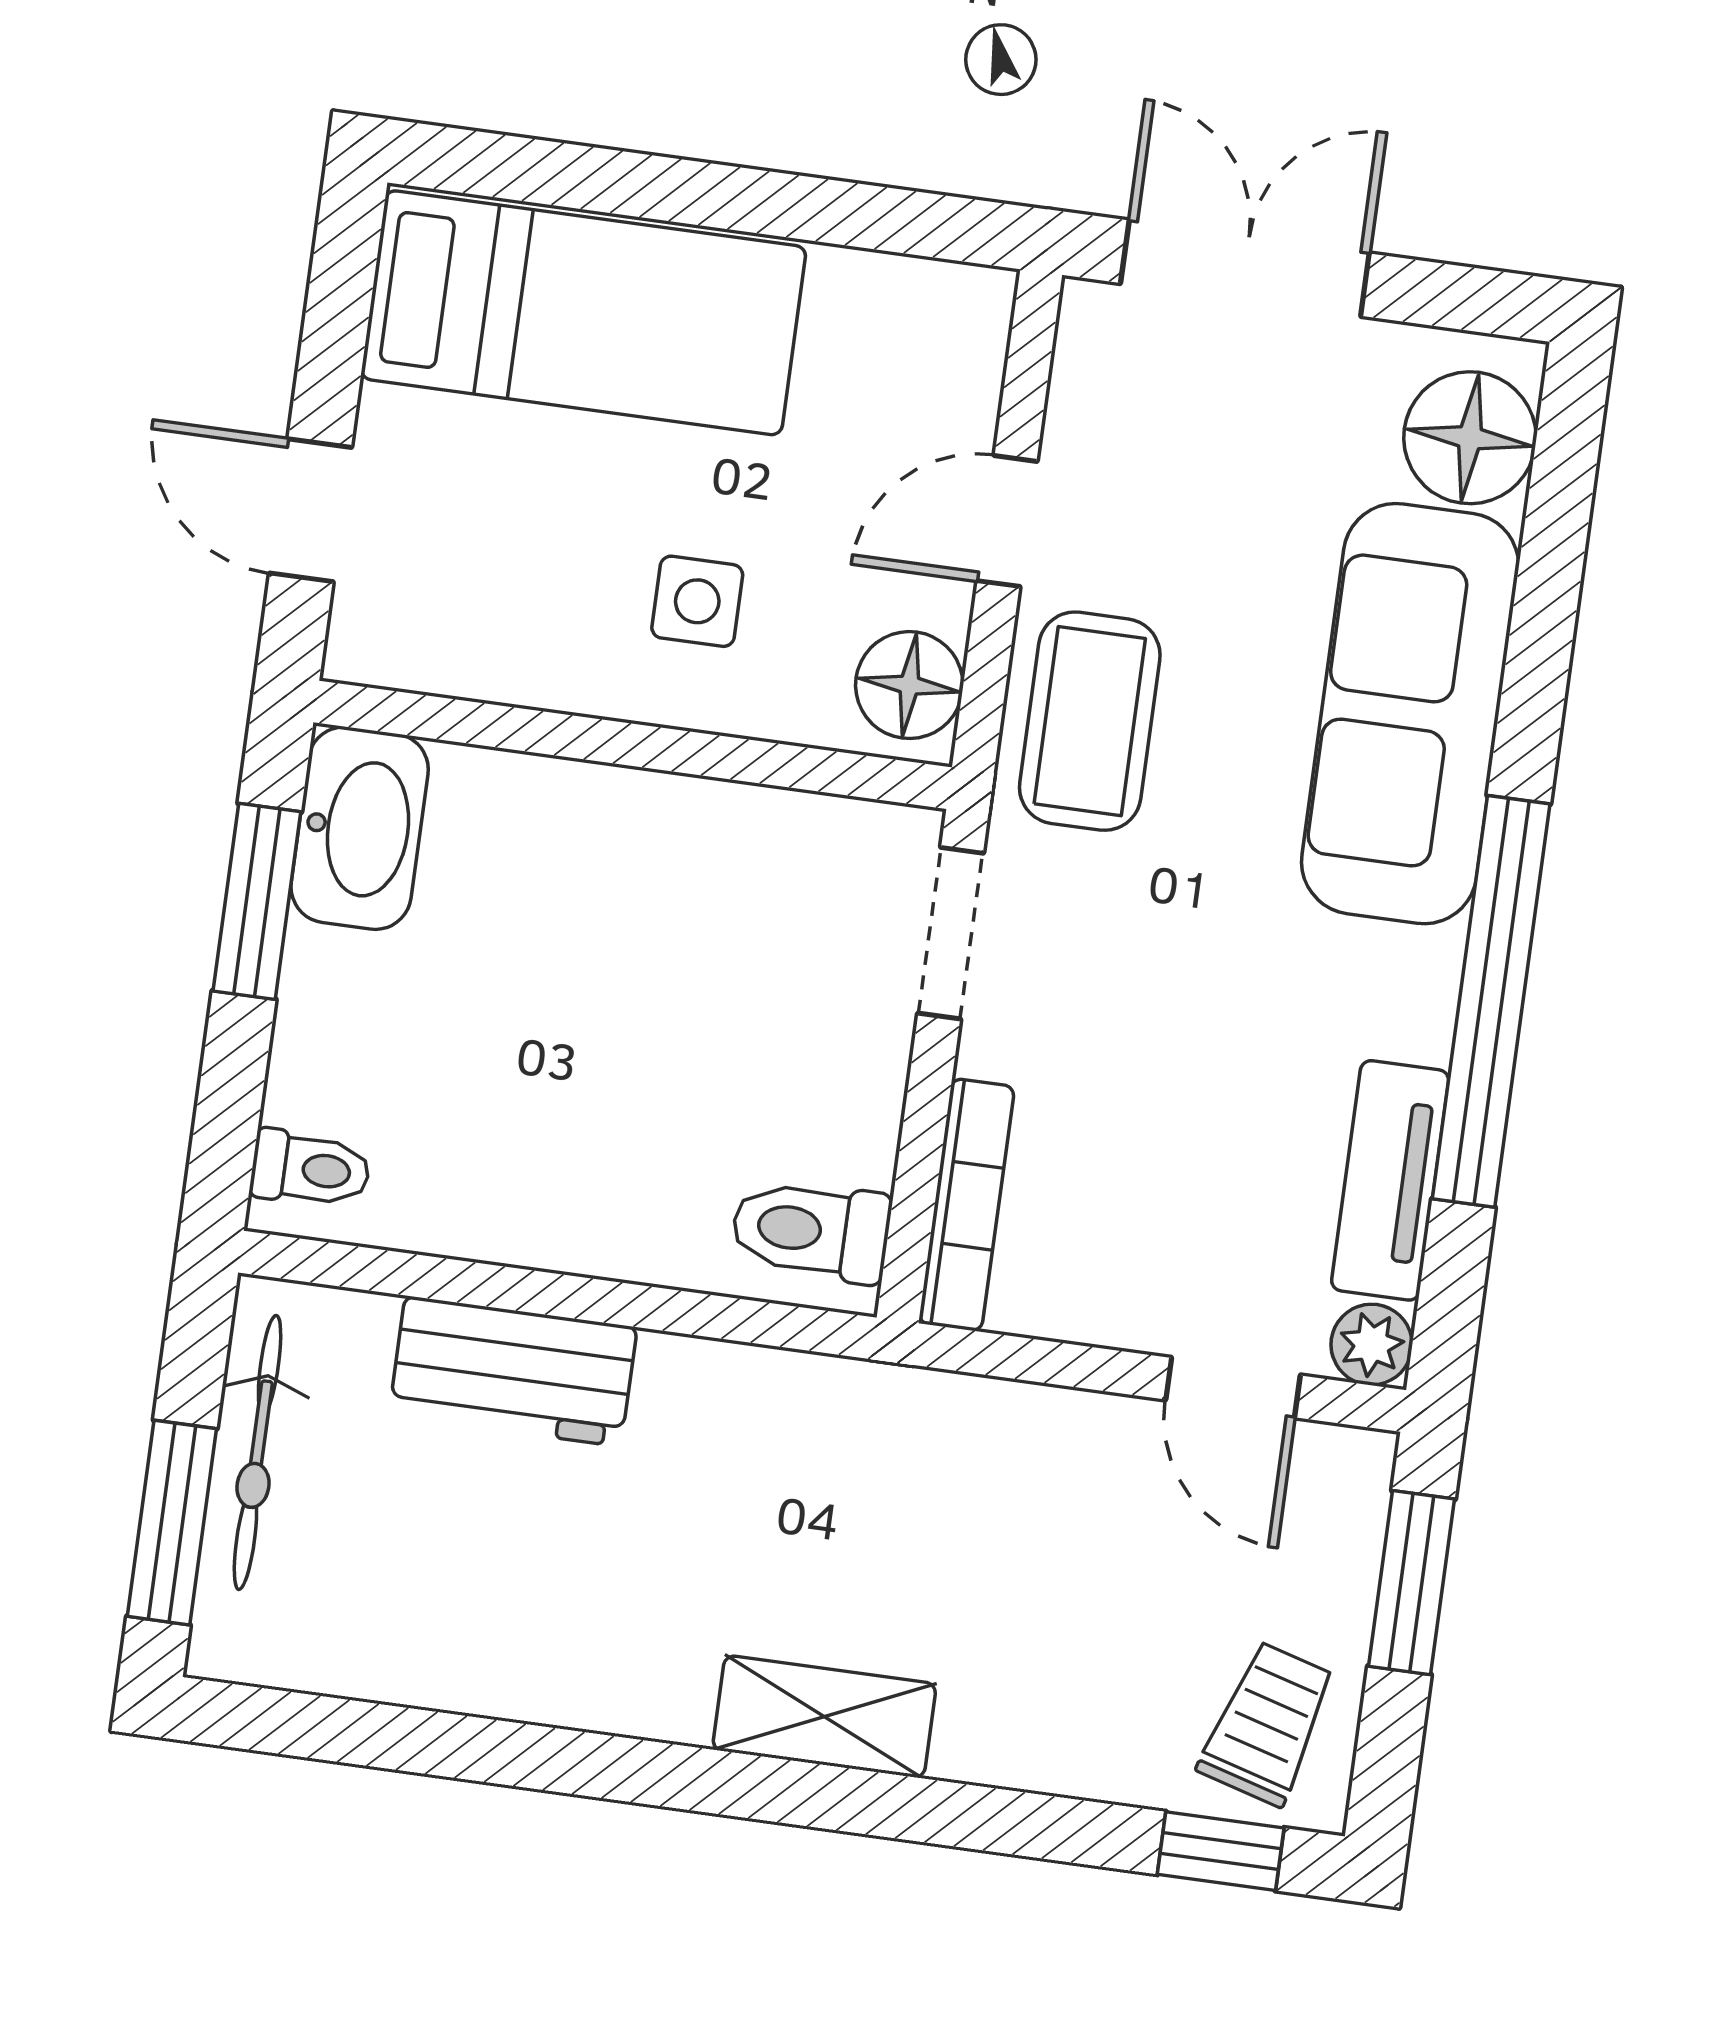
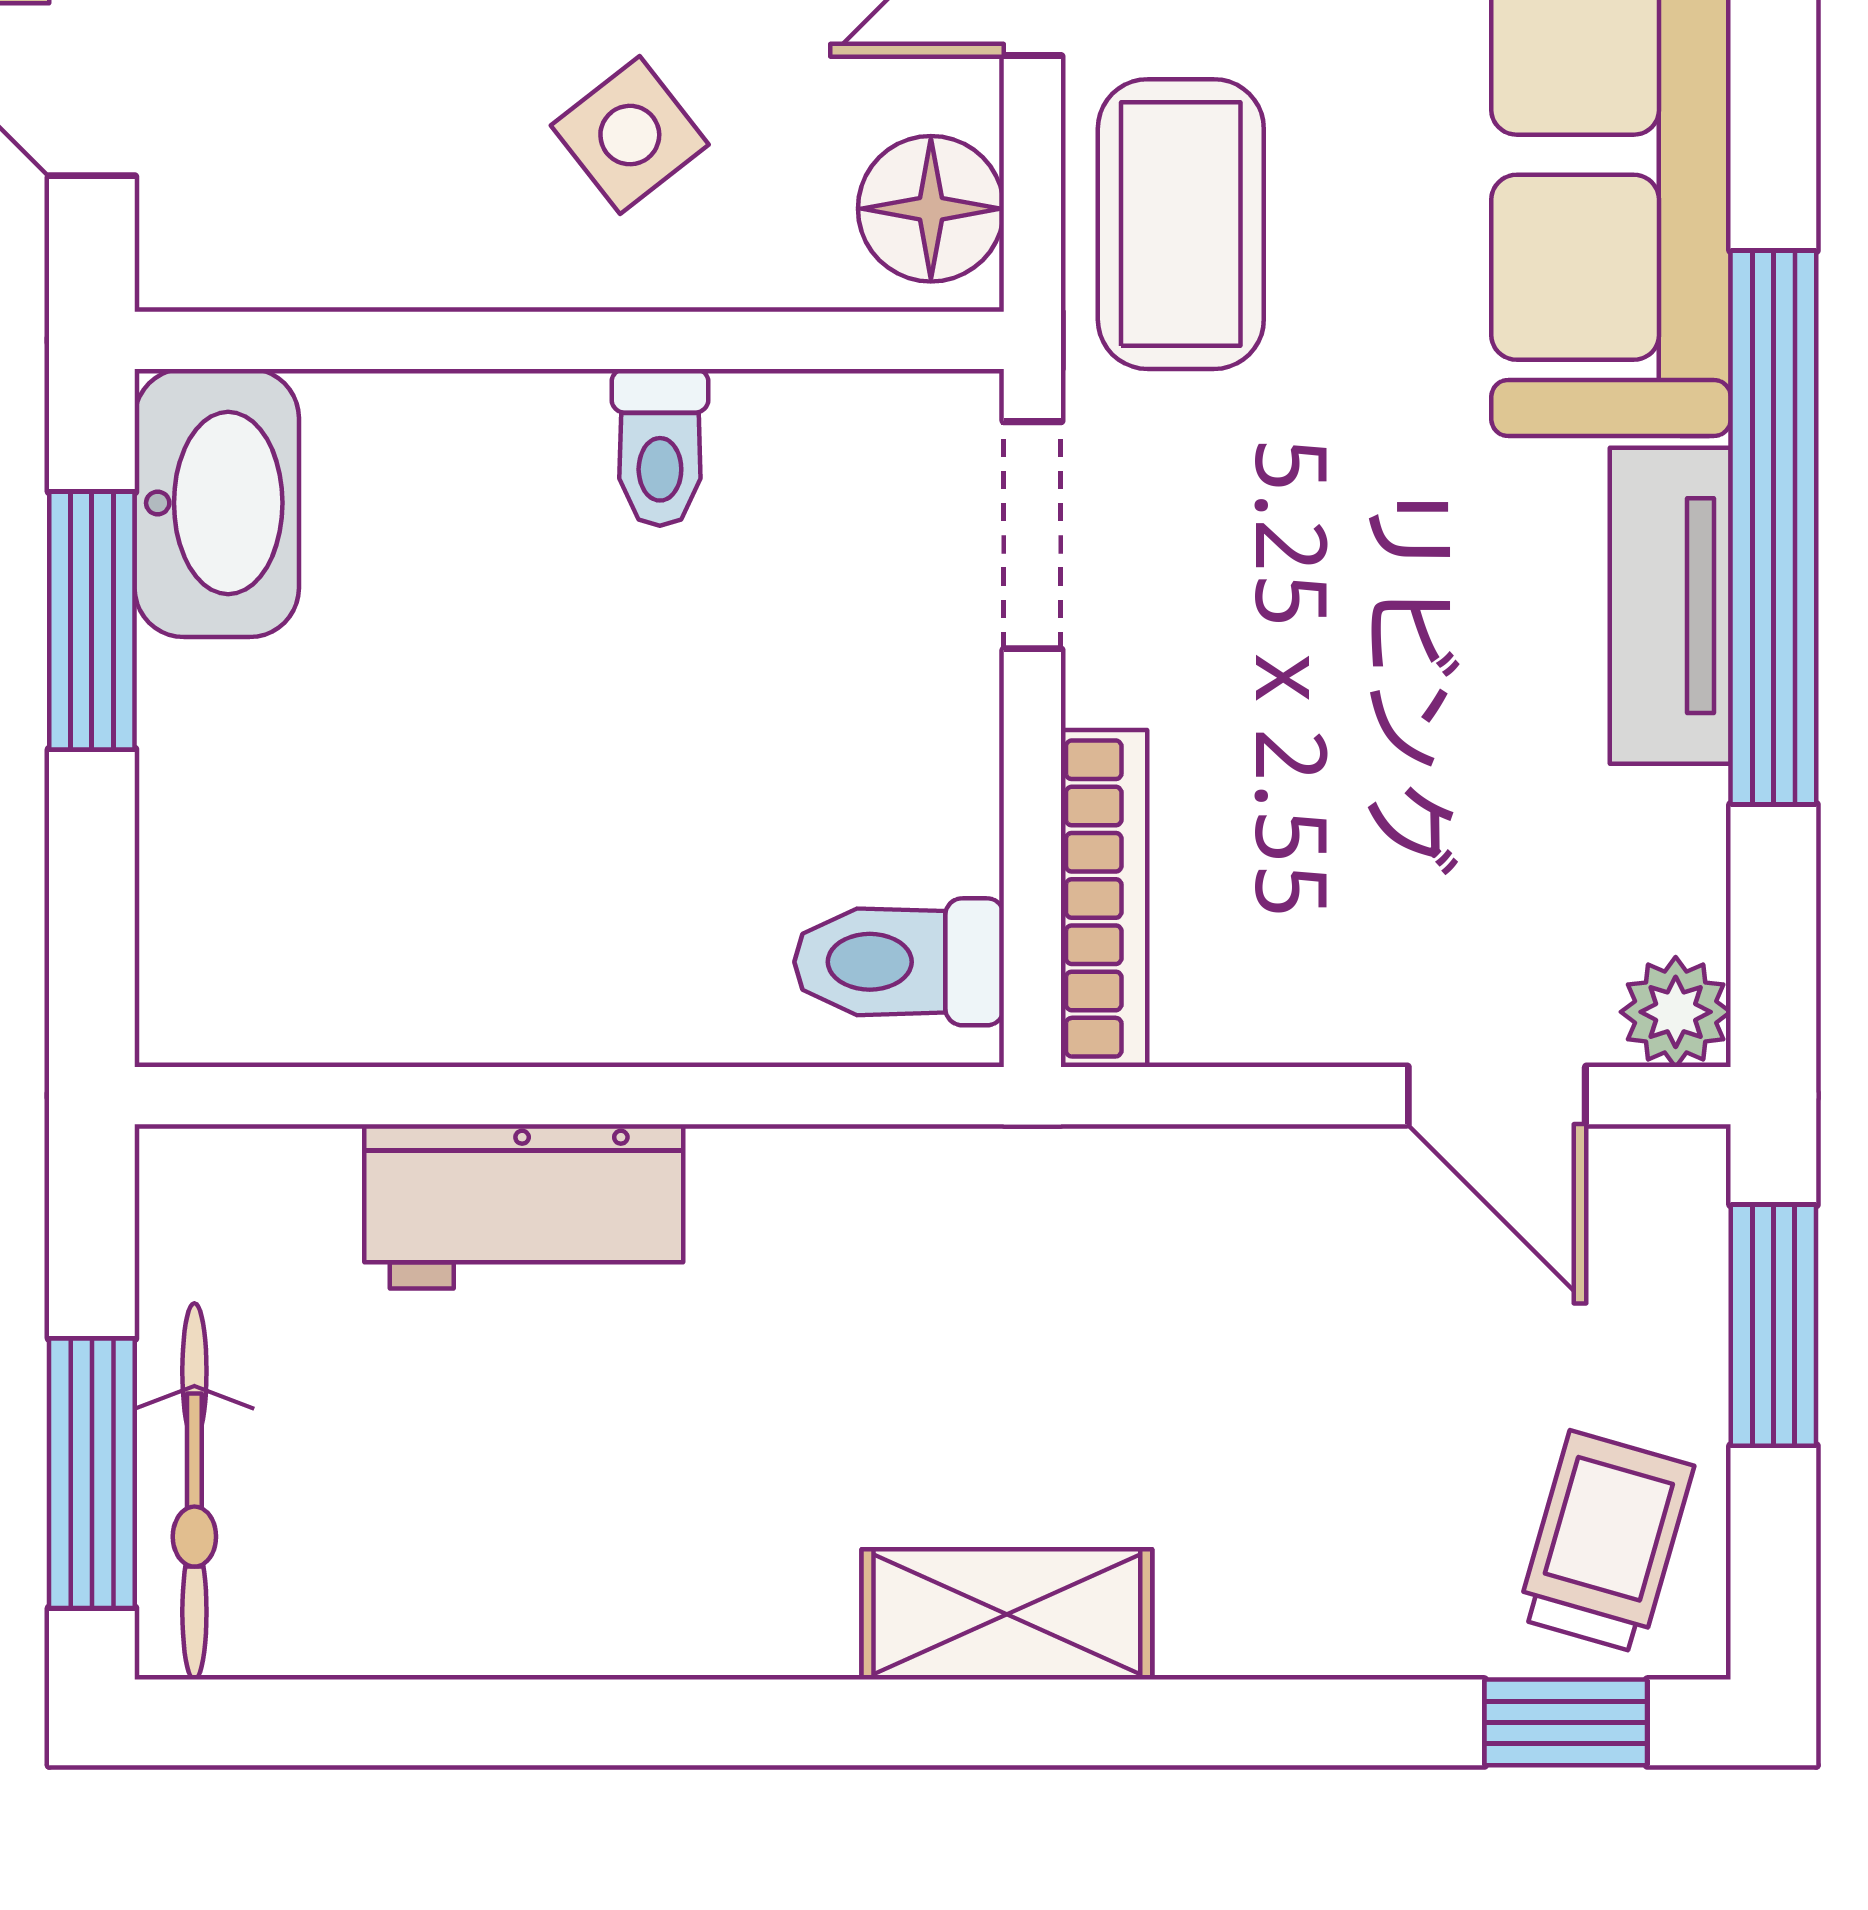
side table: (697, 601) -> (630, 135), turned -38
toilet: (310, 1169) -> (660, 447), moved, turned 90
tv unit: (1390, 1180) -> (1670, 606), moved
bicycle: (258, 1452) -> (194, 1491), moved

